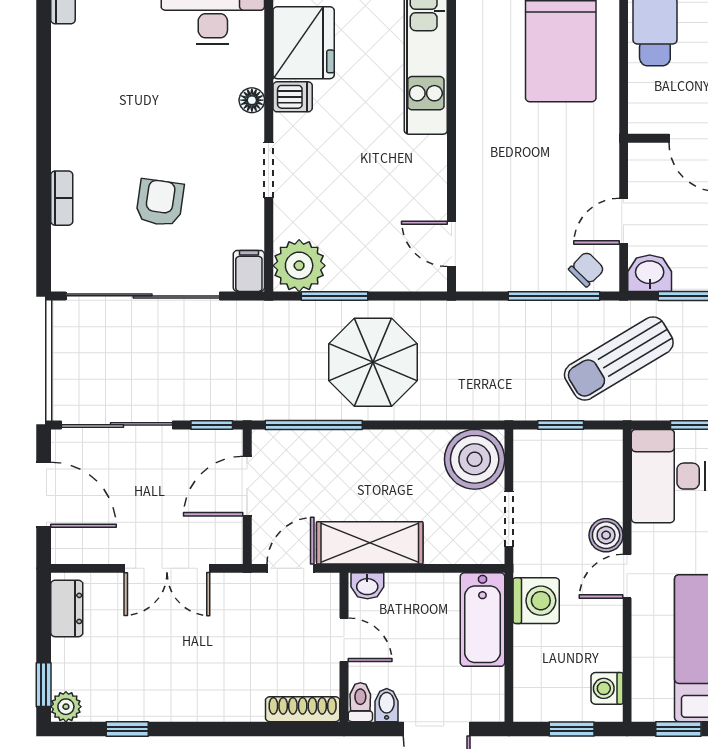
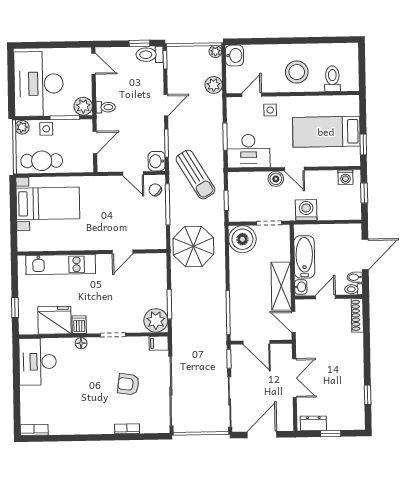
door: (452, 244) -> (122, 252), moved
parasol: (373, 362) -> (193, 246), moved
bathtub: (482, 620) -> (304, 257), moved, turned -90
window: (44, 685) -> (331, 433), moved
plant: (66, 707) -> (358, 423), removed

